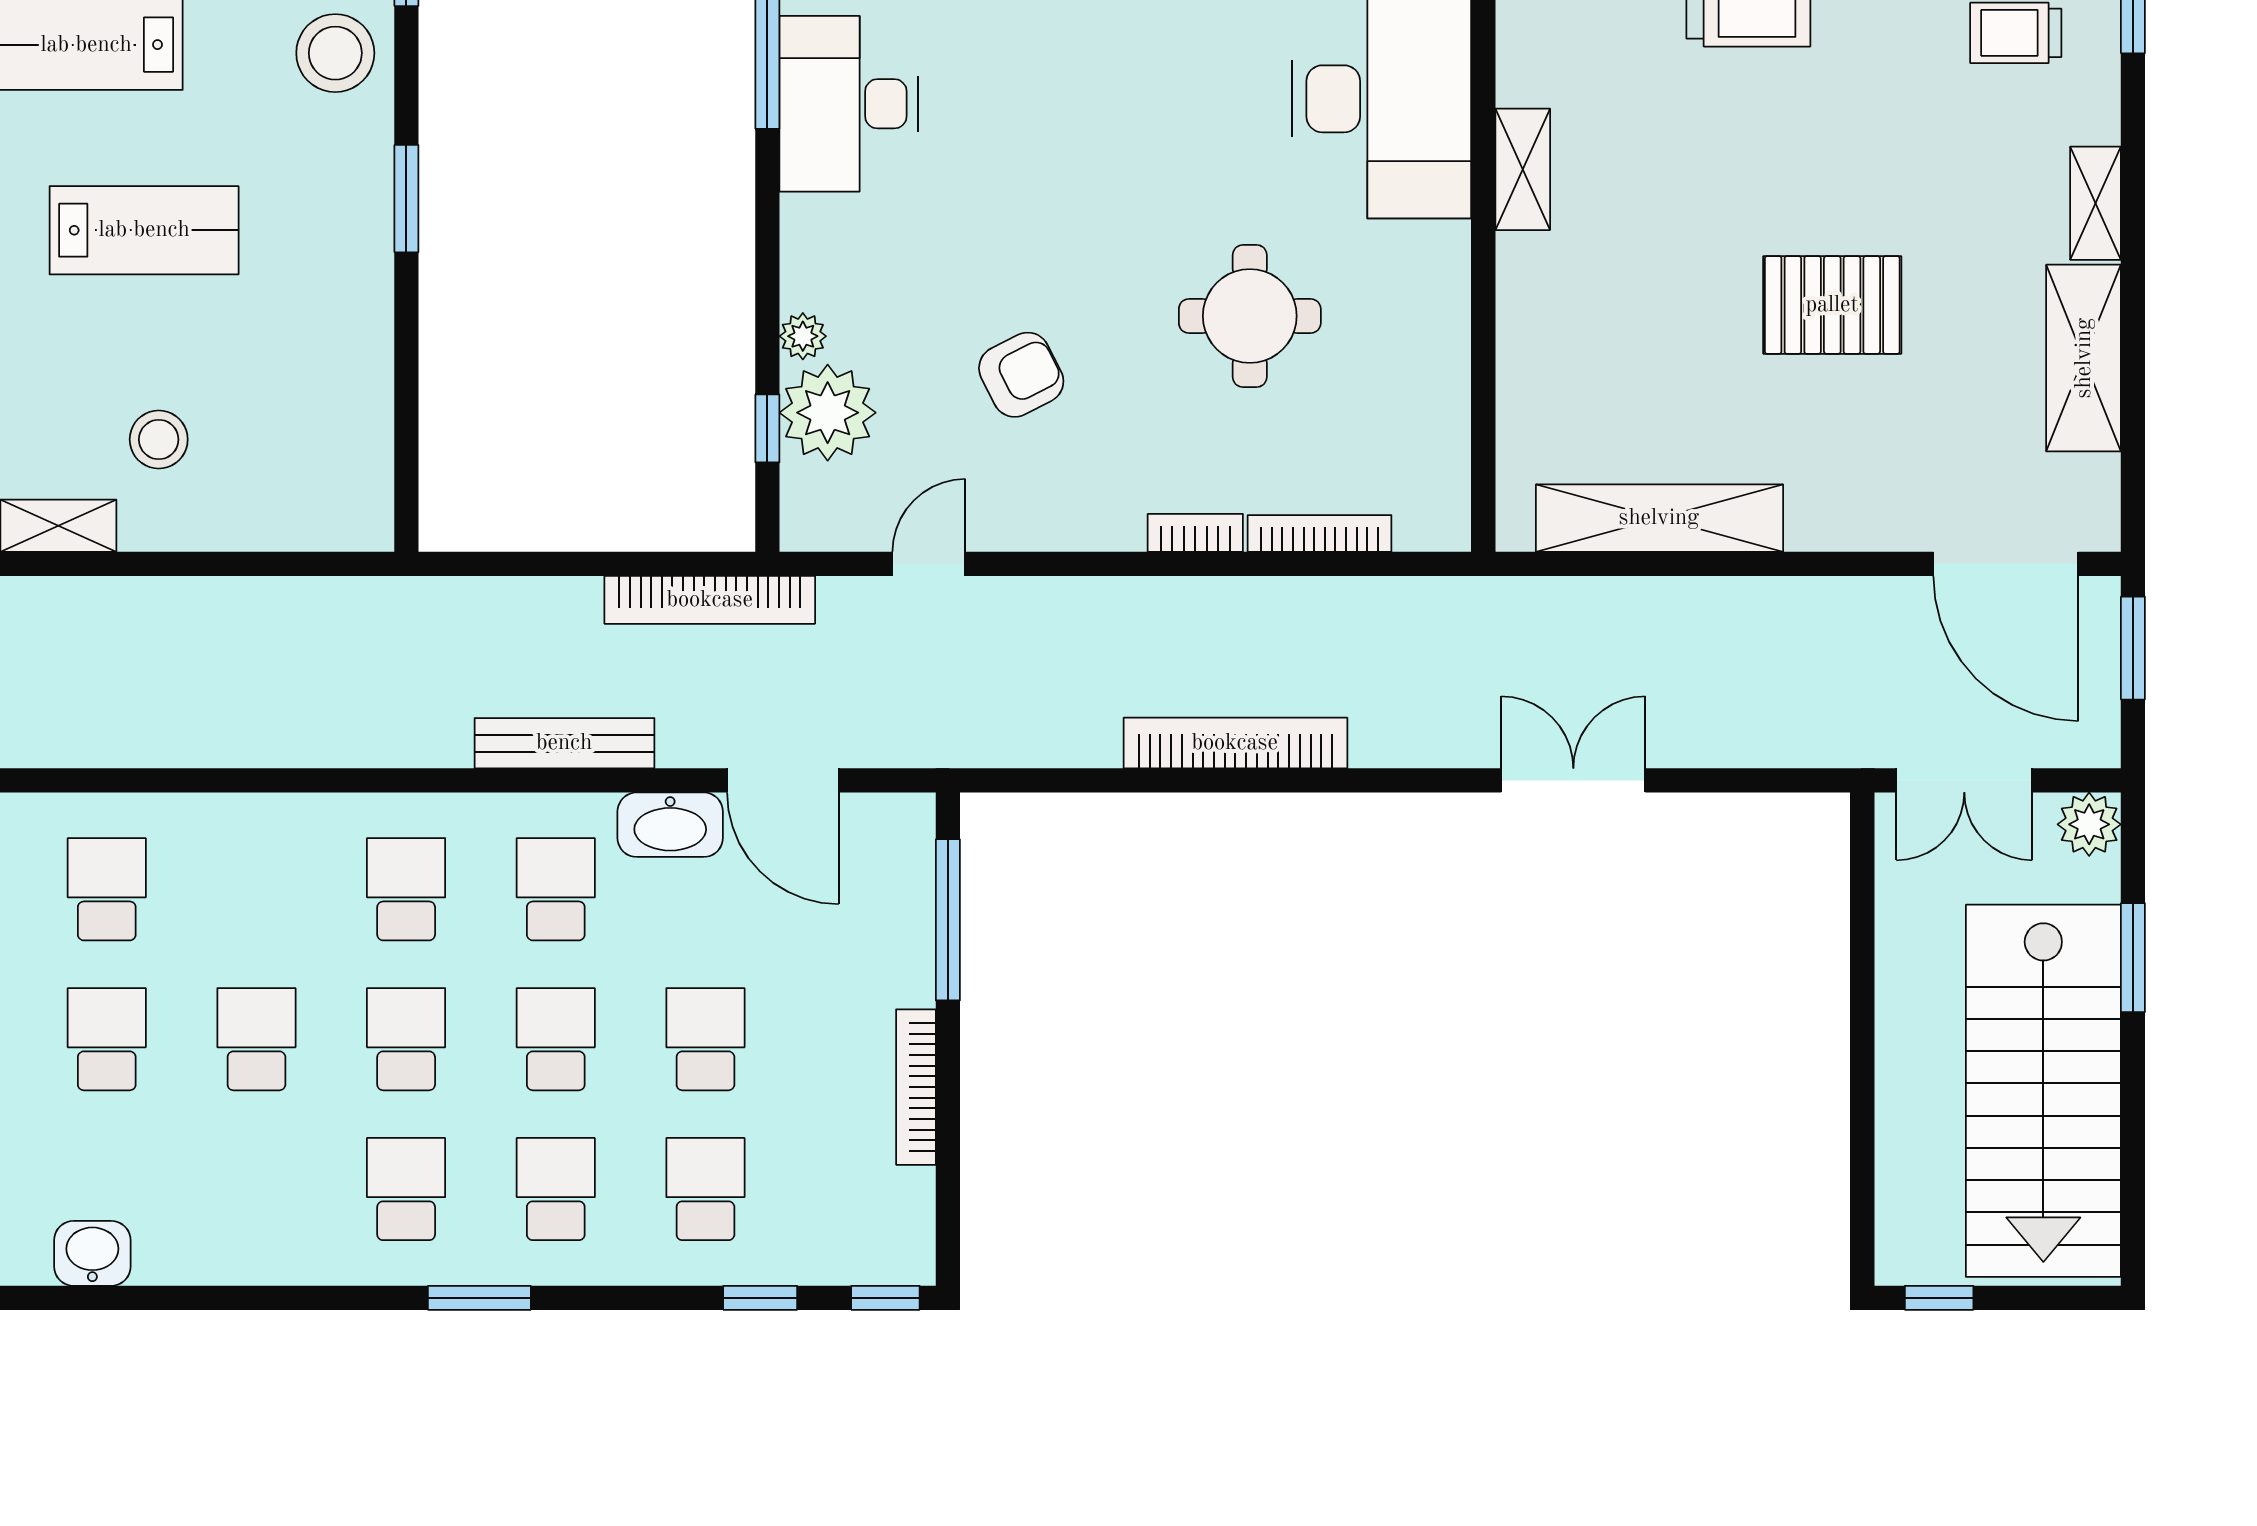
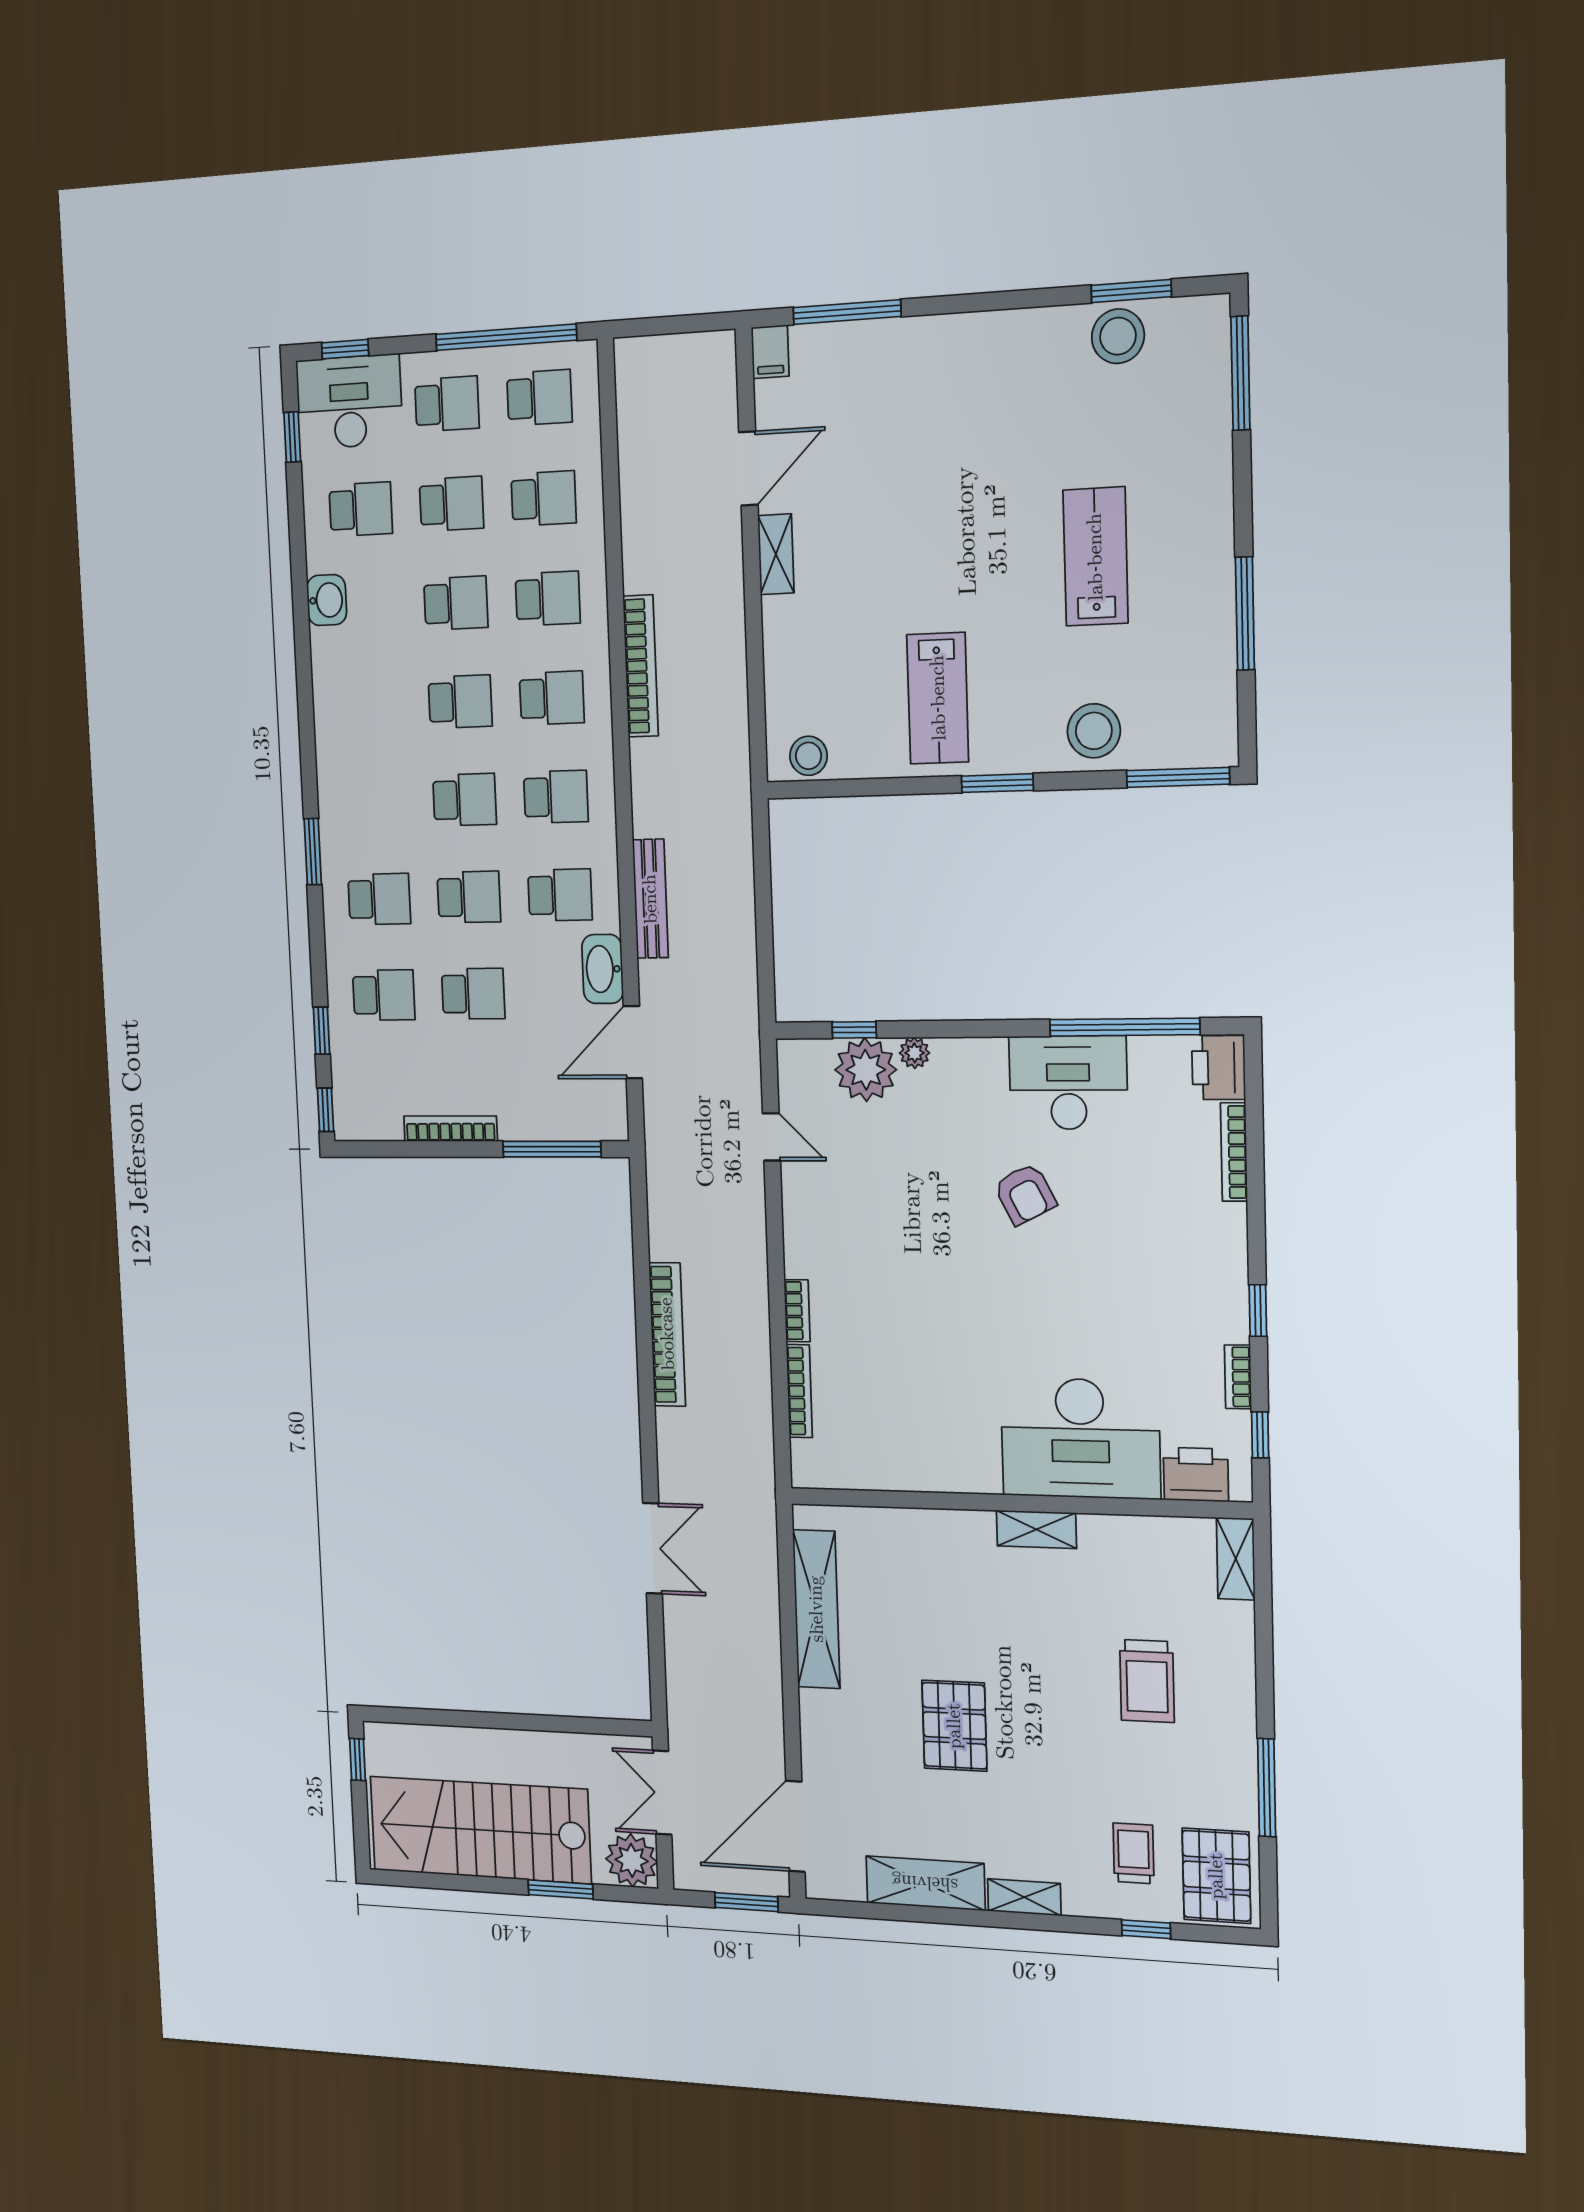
lab bench: (144, 230) -> (938, 698), moved
round table: (1250, 316) -> (936, 1349), removed
armchair: (1021, 375) -> (1025, 1194), moved
stool: (159, 439) -> (809, 756), moved
bookcase: (710, 600) -> (641, 666), moved, turned 180
plant: (2089, 824) -> (632, 1860), width x1.36, depth x1.36
school desk: (406, 1189) -> (552, 698), moved

